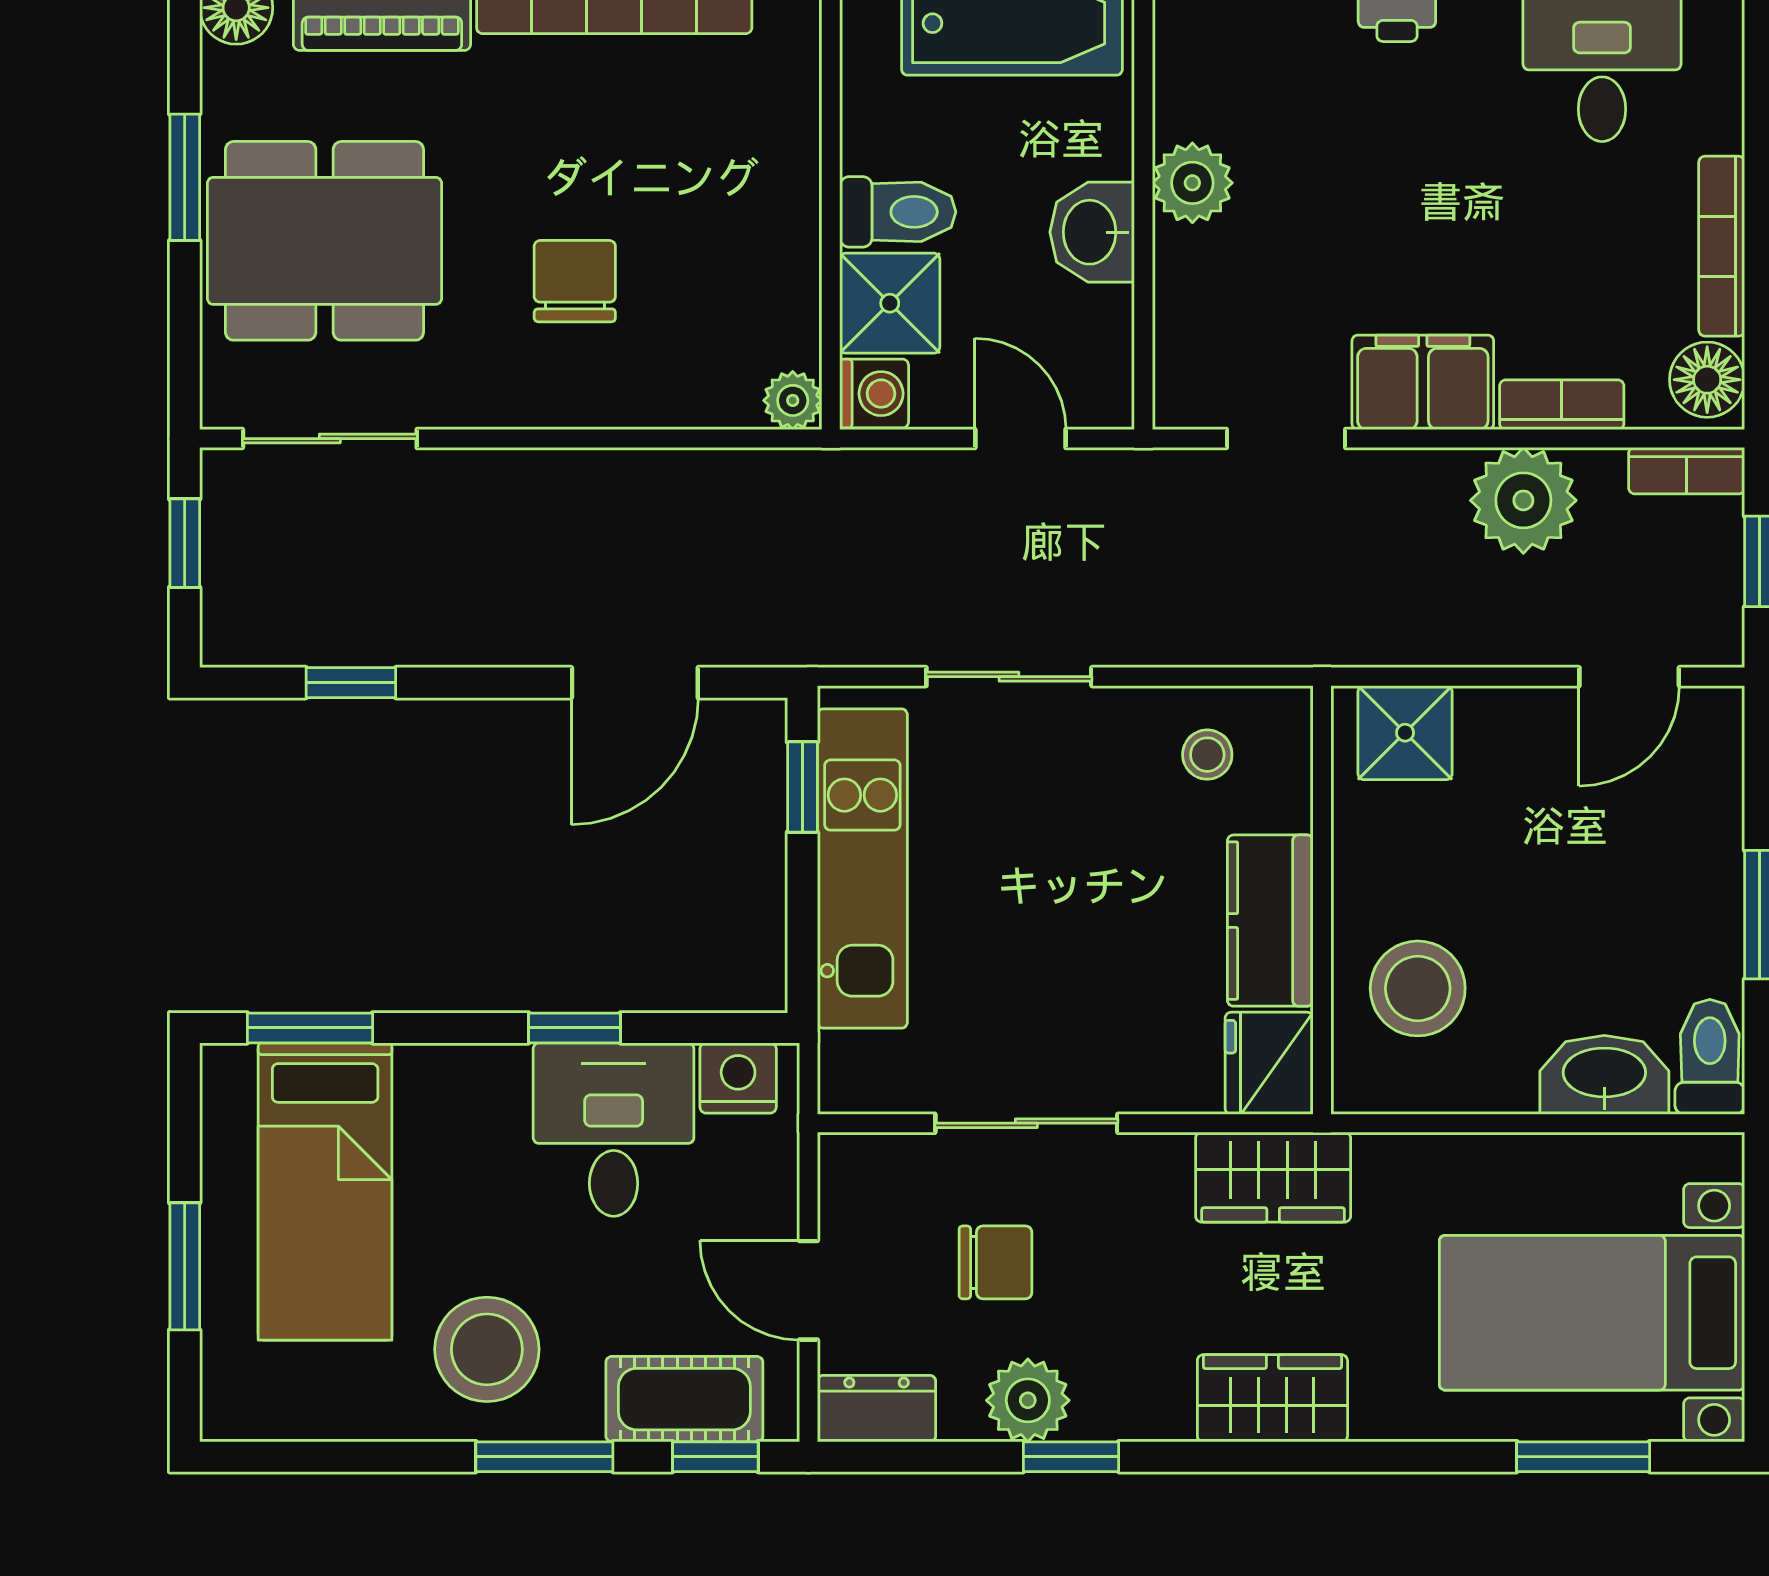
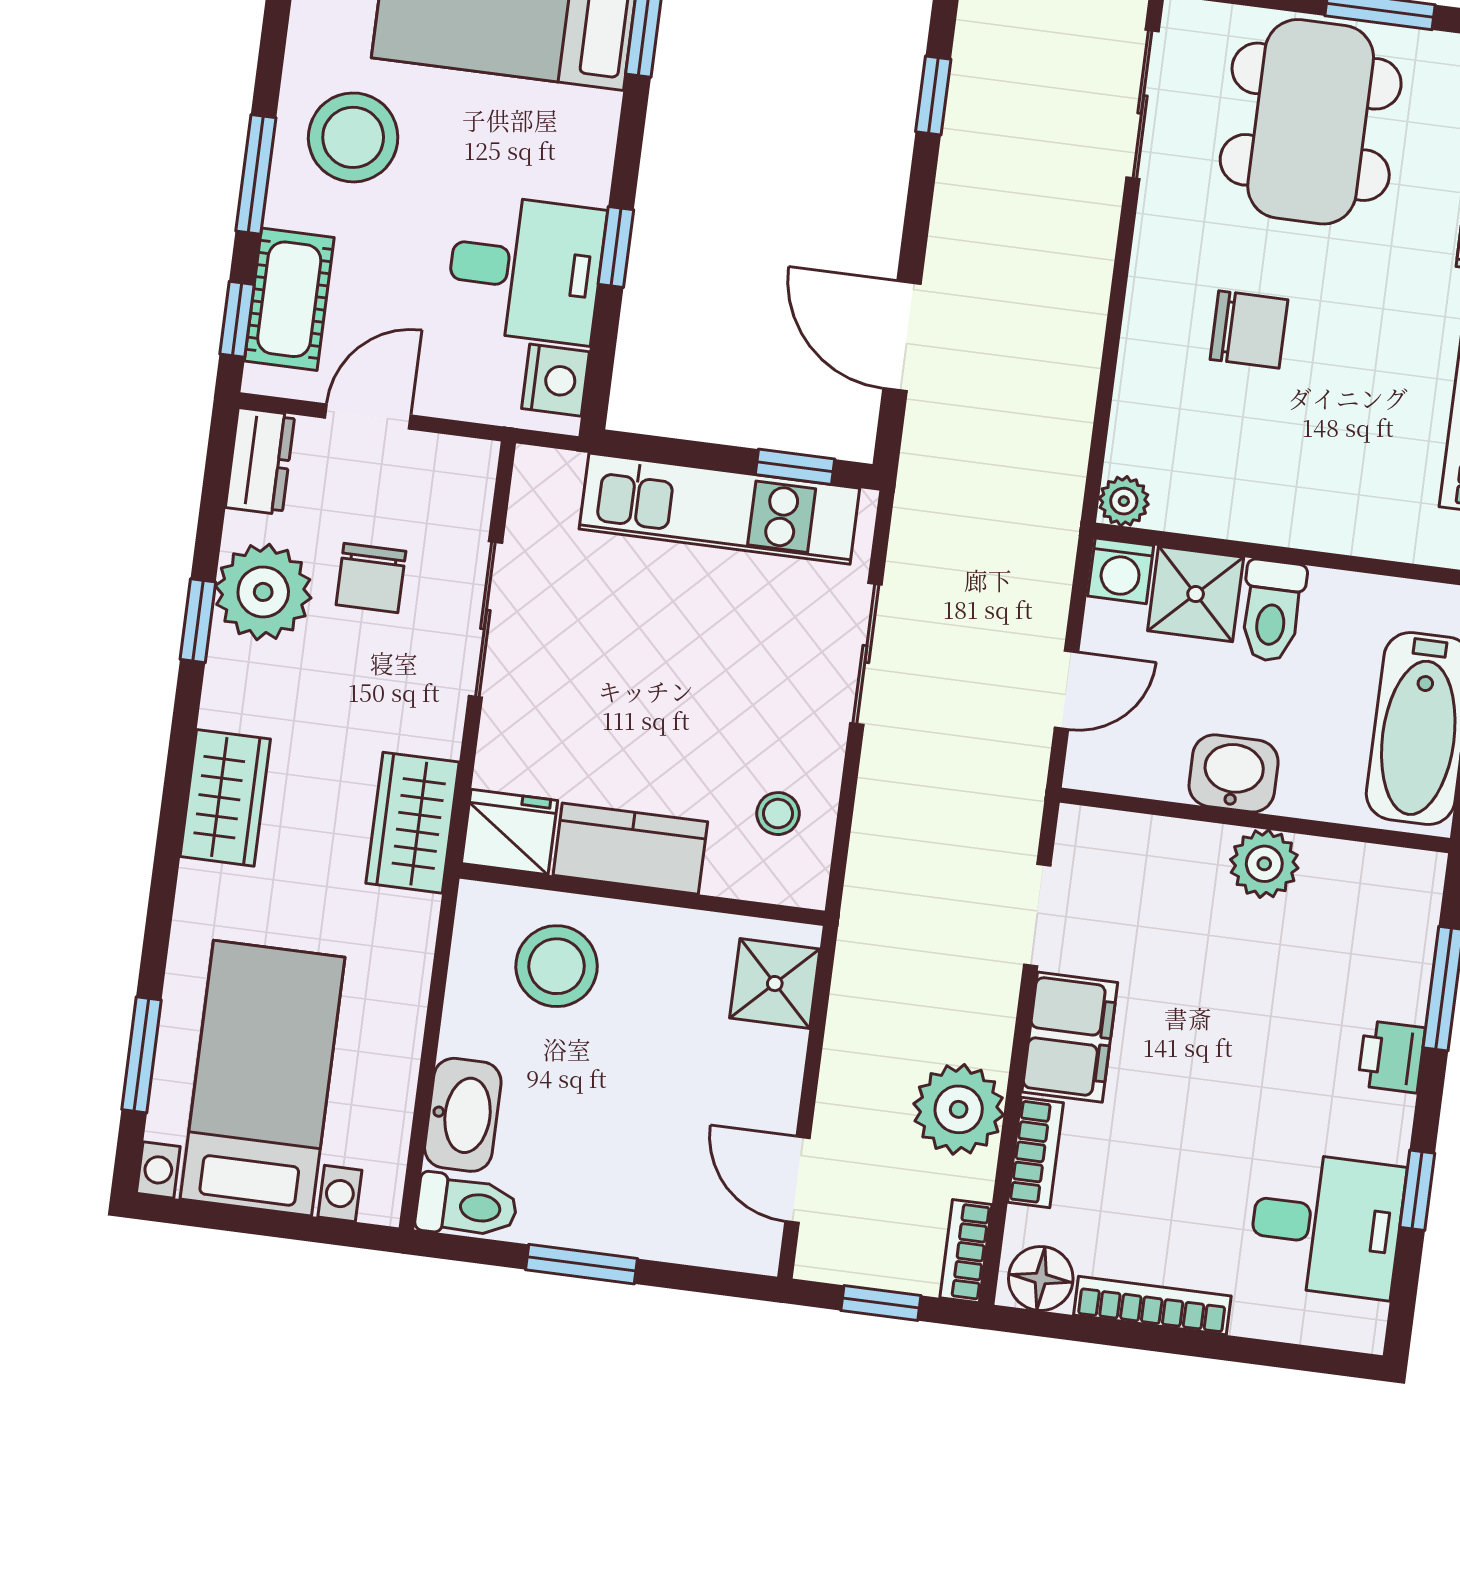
plant: (1028, 1400) -> (263, 592), width x1.36, depth x1.36

